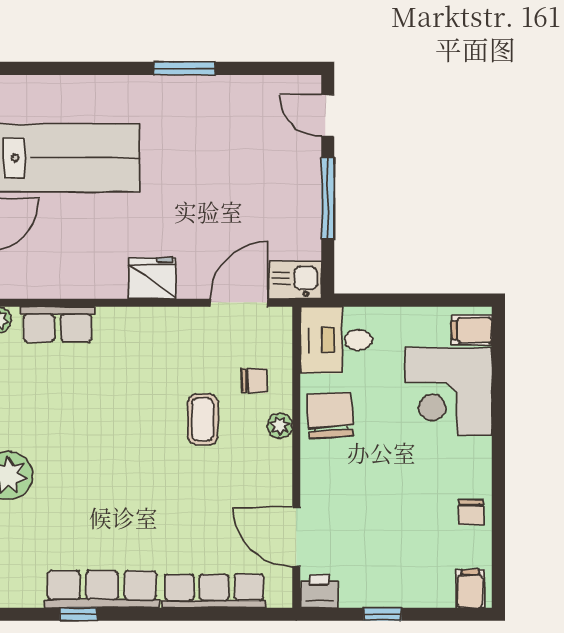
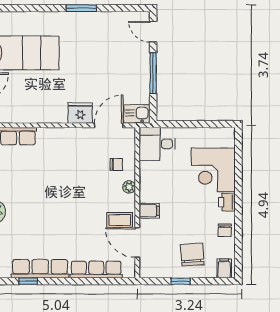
fridge: (152, 278) -> (80, 113), moved
filing cabinet: (472, 330) -> (149, 211), moved, turned 180
chair: (330, 415) -> (192, 254), moved
coffee table: (203, 419) -> (120, 220), moved, turned 90
printer: (319, 591) -> (227, 202), moved, turned -90

